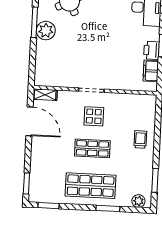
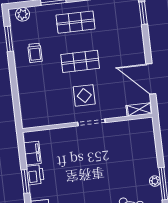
plant: (46, 31) -> (155, 181), width x0.53, depth x0.53
trolley: (140, 139) -> (35, 53), moved
shop shelf: (91, 186) -> (75, 22), width x0.70, depth x0.74

